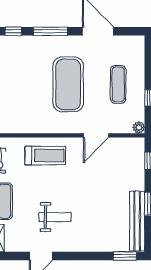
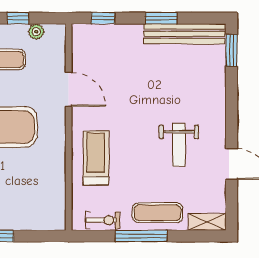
plant: (139, 127) -> (36, 32), moved
weight bench: (55, 217) -> (179, 145), turned 180

